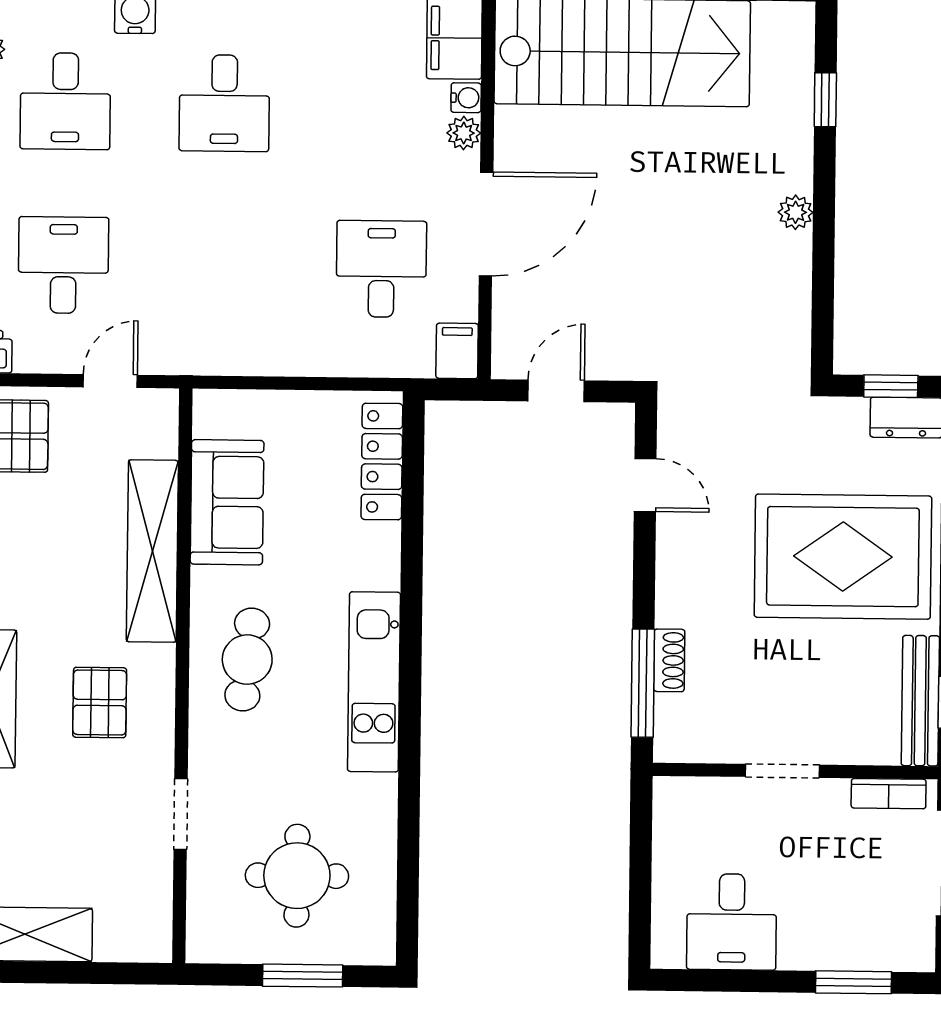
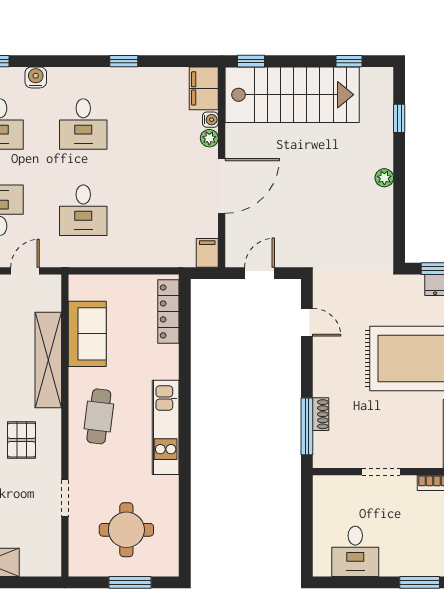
desk: (381, 269) -> (83, 210), moved, turned 180

